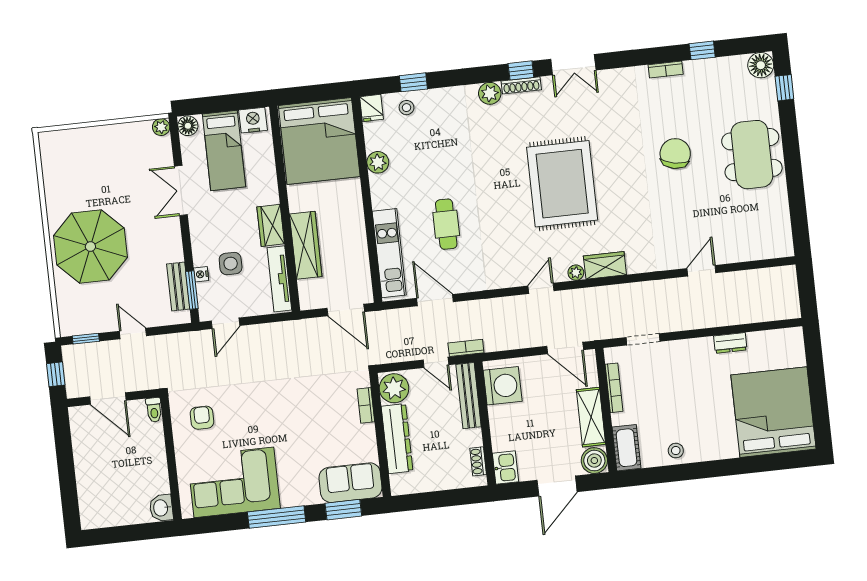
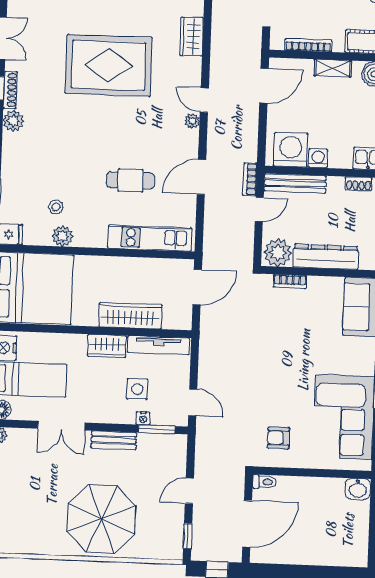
stool: (407, 108) -> (56, 207), moved
plant: (576, 273) -> (192, 121), moved
bench: (178, 287) -> (114, 440), moved
door: (435, 300) -> (201, 177), moved
door: (108, 399) -> (247, 524), width x1.36
washing machine: (498, 415) -> (318, 158), added
shelving: (591, 417) -> (333, 68), width x0.67, depth x0.75

